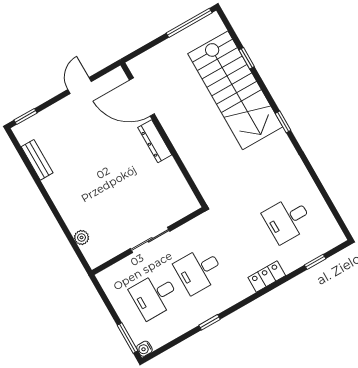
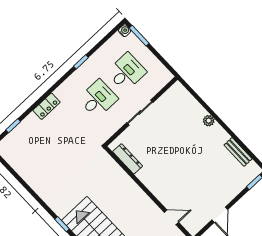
door: (142, 97) -> (171, 217), width x0.53
dresser: (155, 141) -> (128, 159), moved
desk: (288, 219) -> (41, 152), removed
plant: (82, 237) -> (209, 121), moved

